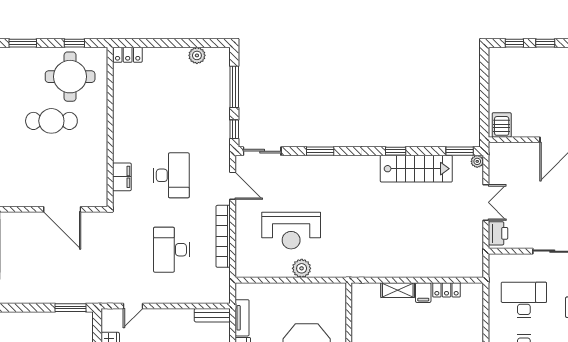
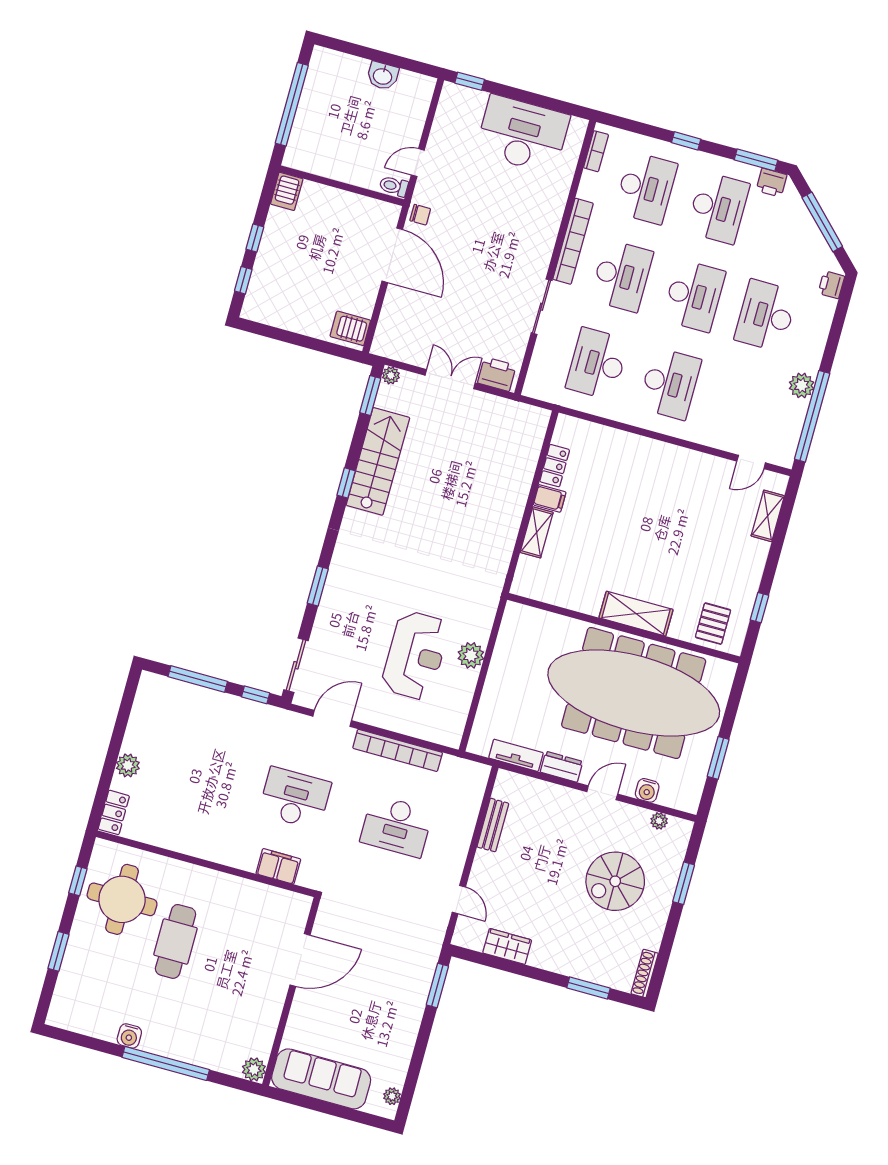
plant: (197, 55) -> (128, 765), moved
bench: (212, 315) -> (493, 825), moved

